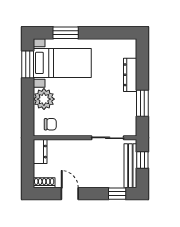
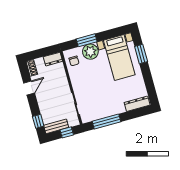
window: (28, 64) -> (87, 40), moved
dresser: (130, 75) -> (137, 104), moved
window: (142, 103) -> (106, 121), width x1.44
bench: (130, 166) -> (56, 126), width x0.73

